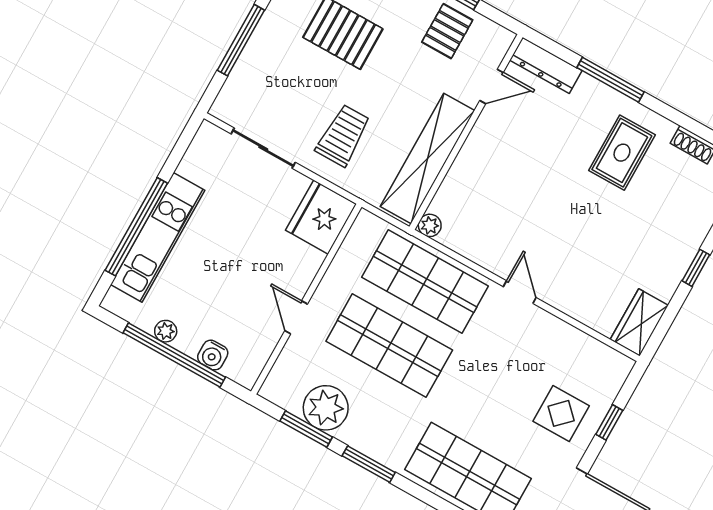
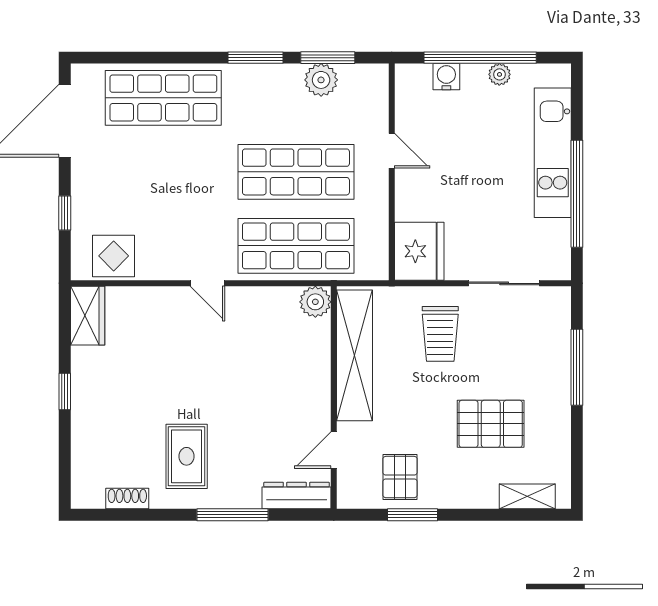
plant: (430, 225) -> (315, 302), width x1.38, depth x1.38
window: (136, 227) -> (577, 194), moved
plant: (326, 408) -> (321, 80), width x0.73, depth x0.73
display table: (561, 413) -> (114, 256), moved

